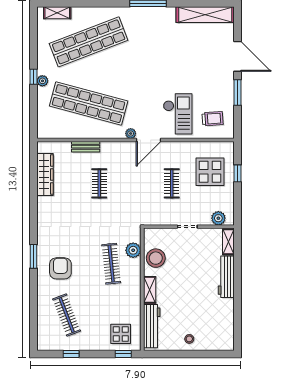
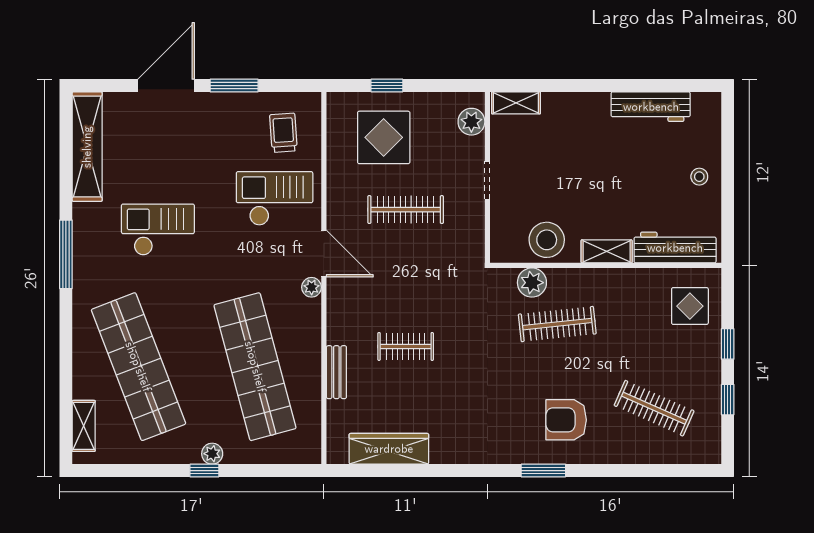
checkout: (161, 52) -> (158, 230), added
shop shelf: (89, 104) -> (255, 367), turned -30
clothes rail: (172, 183) -> (406, 210), width x1.36
workbench: (226, 277) -> (651, 107), moved
clothes rail: (67, 315) -> (654, 408), turned 45
window: (123, 354) -> (728, 344), moved

